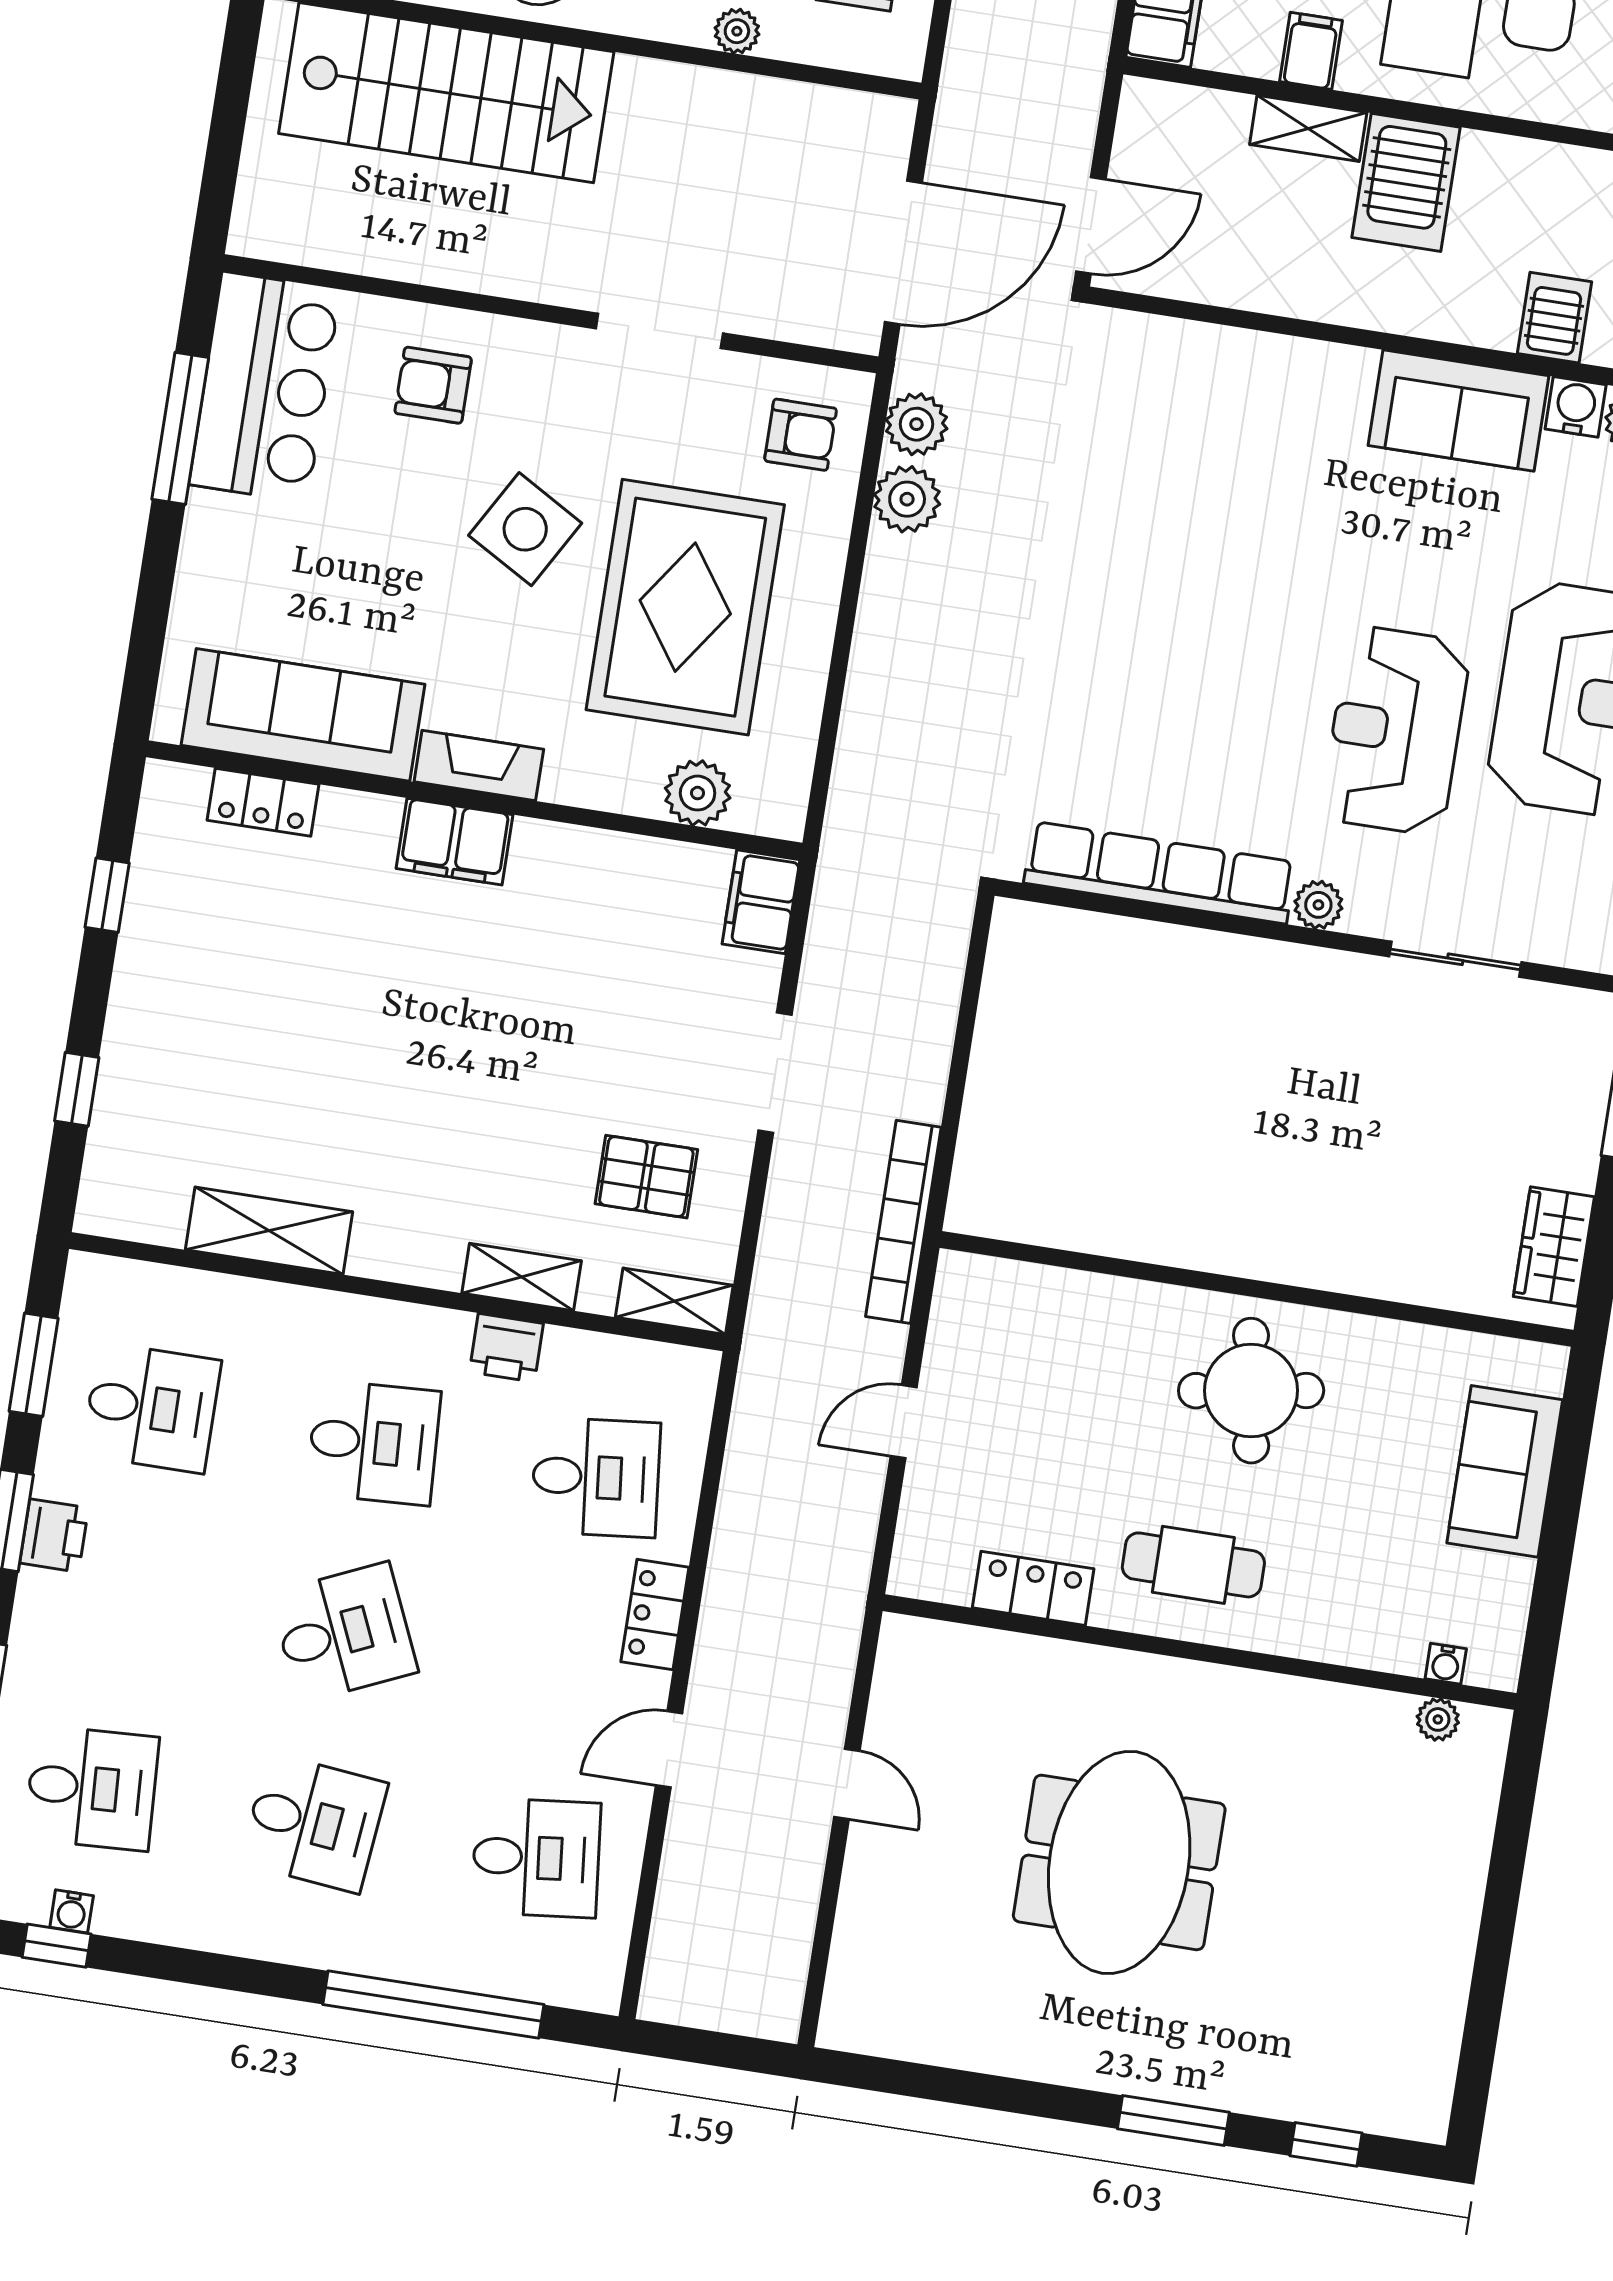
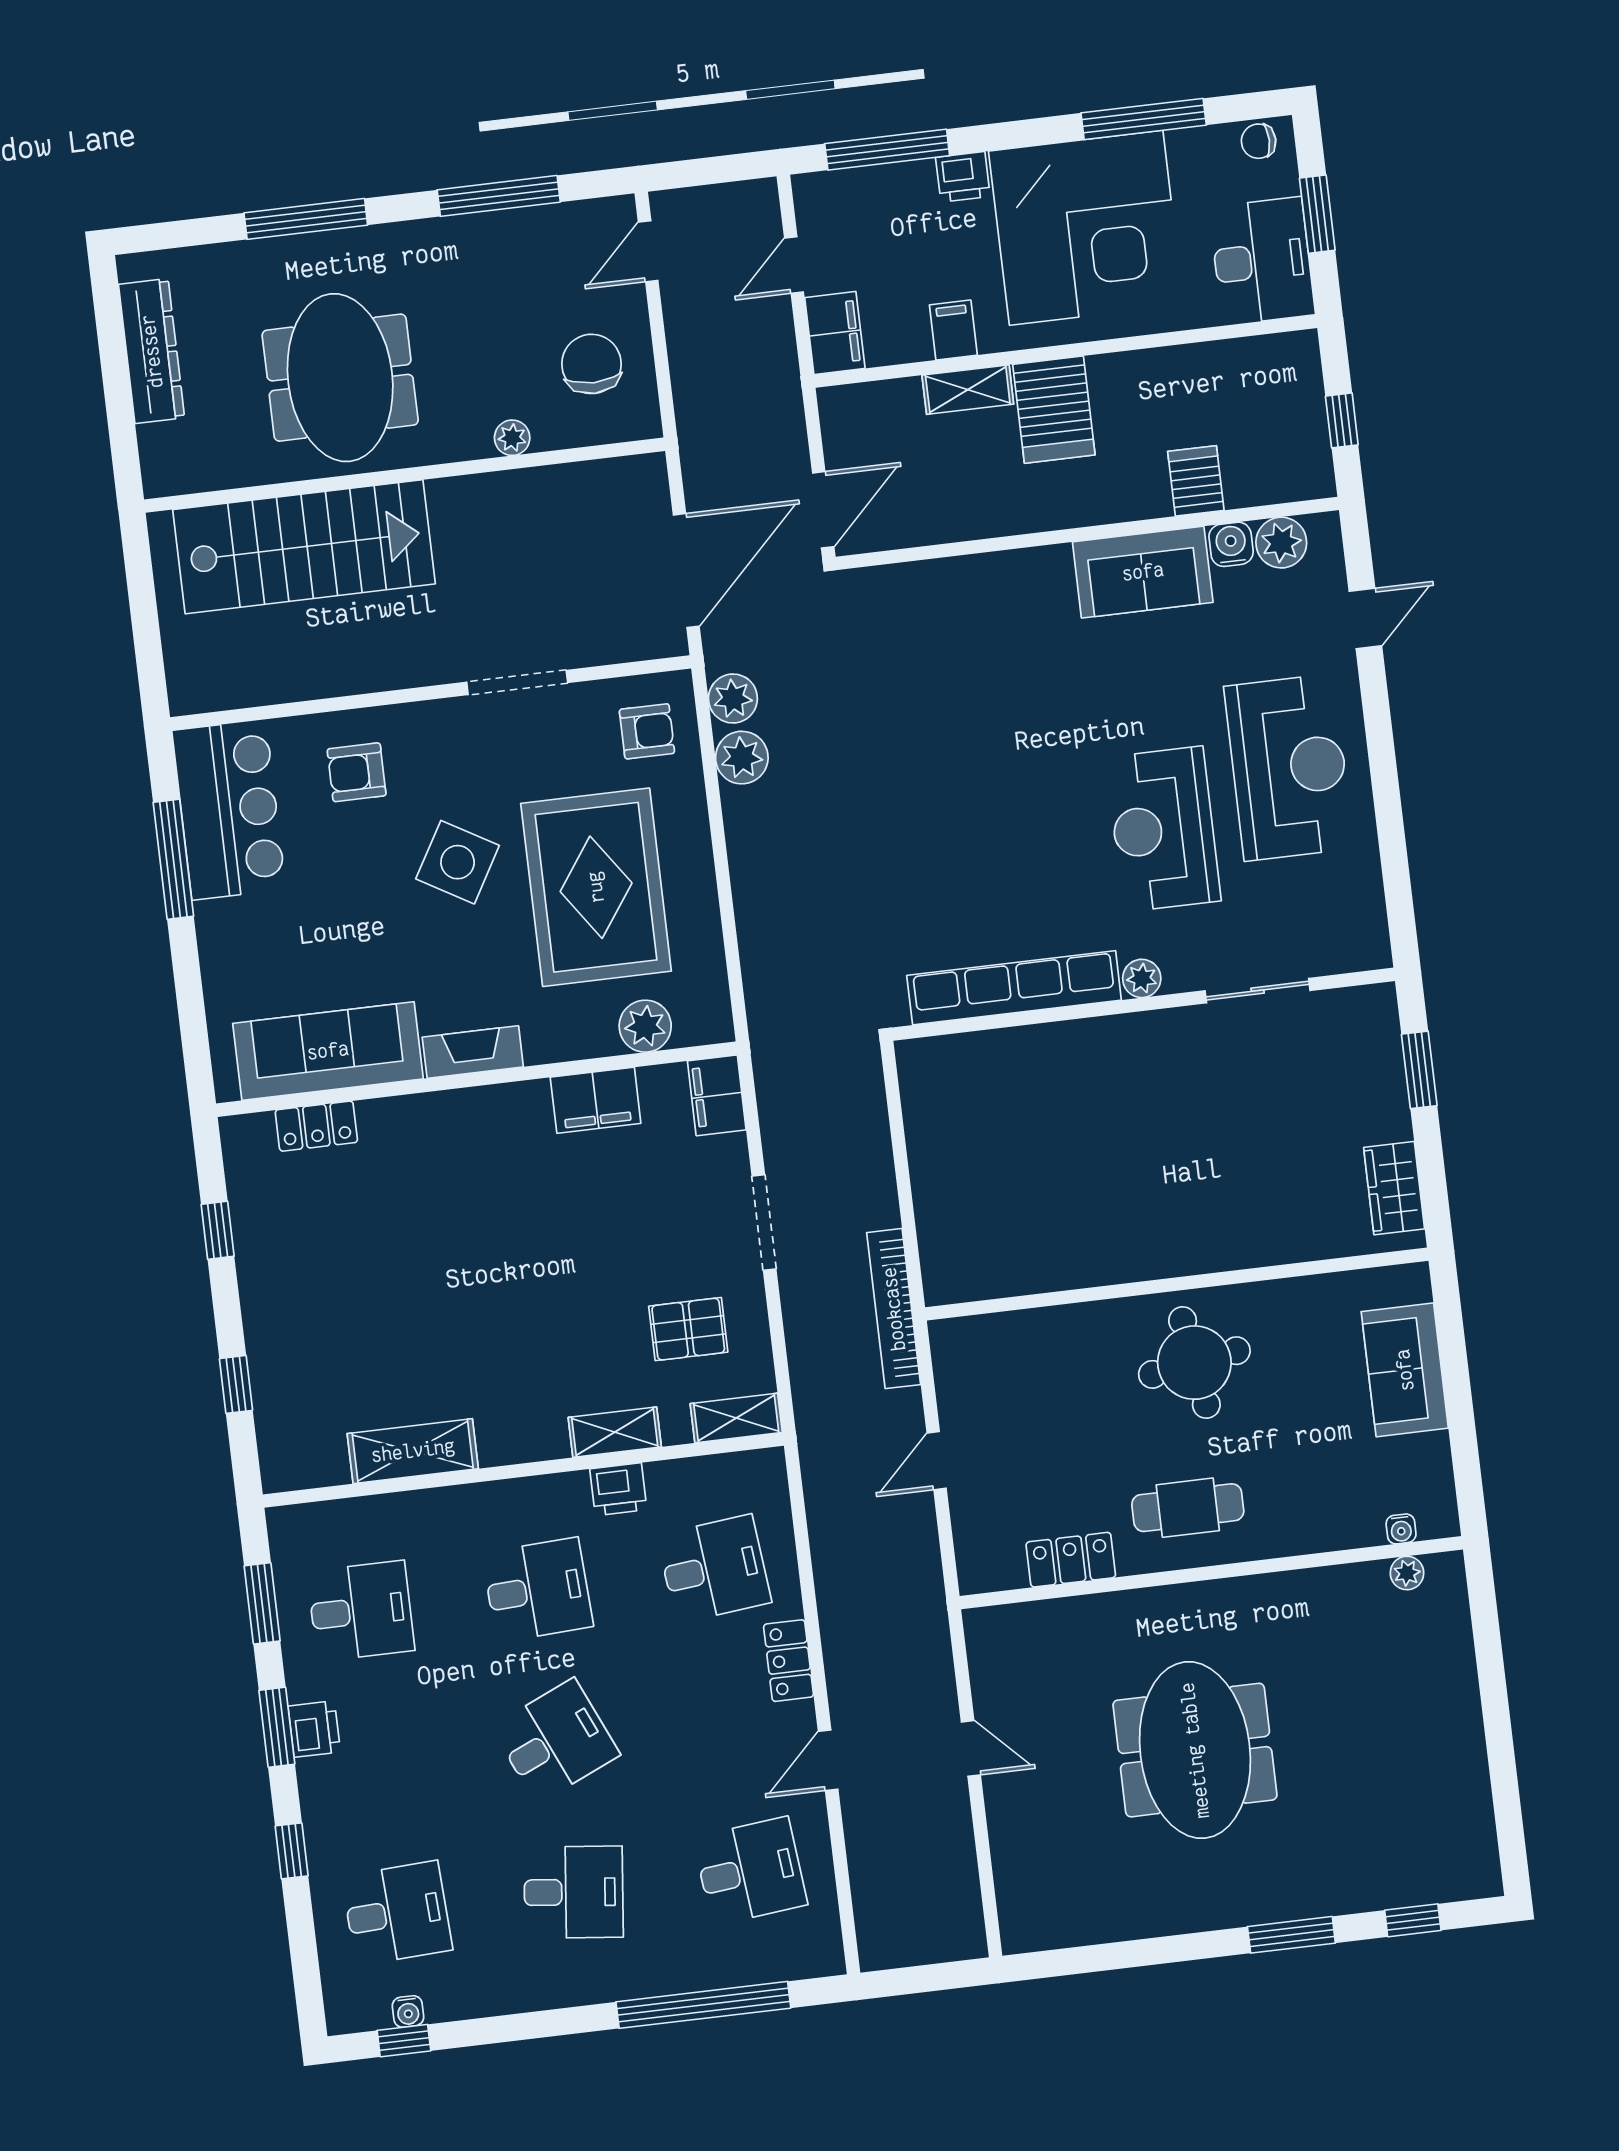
filing cabinet: (455, 842) -> (596, 1100), moved

